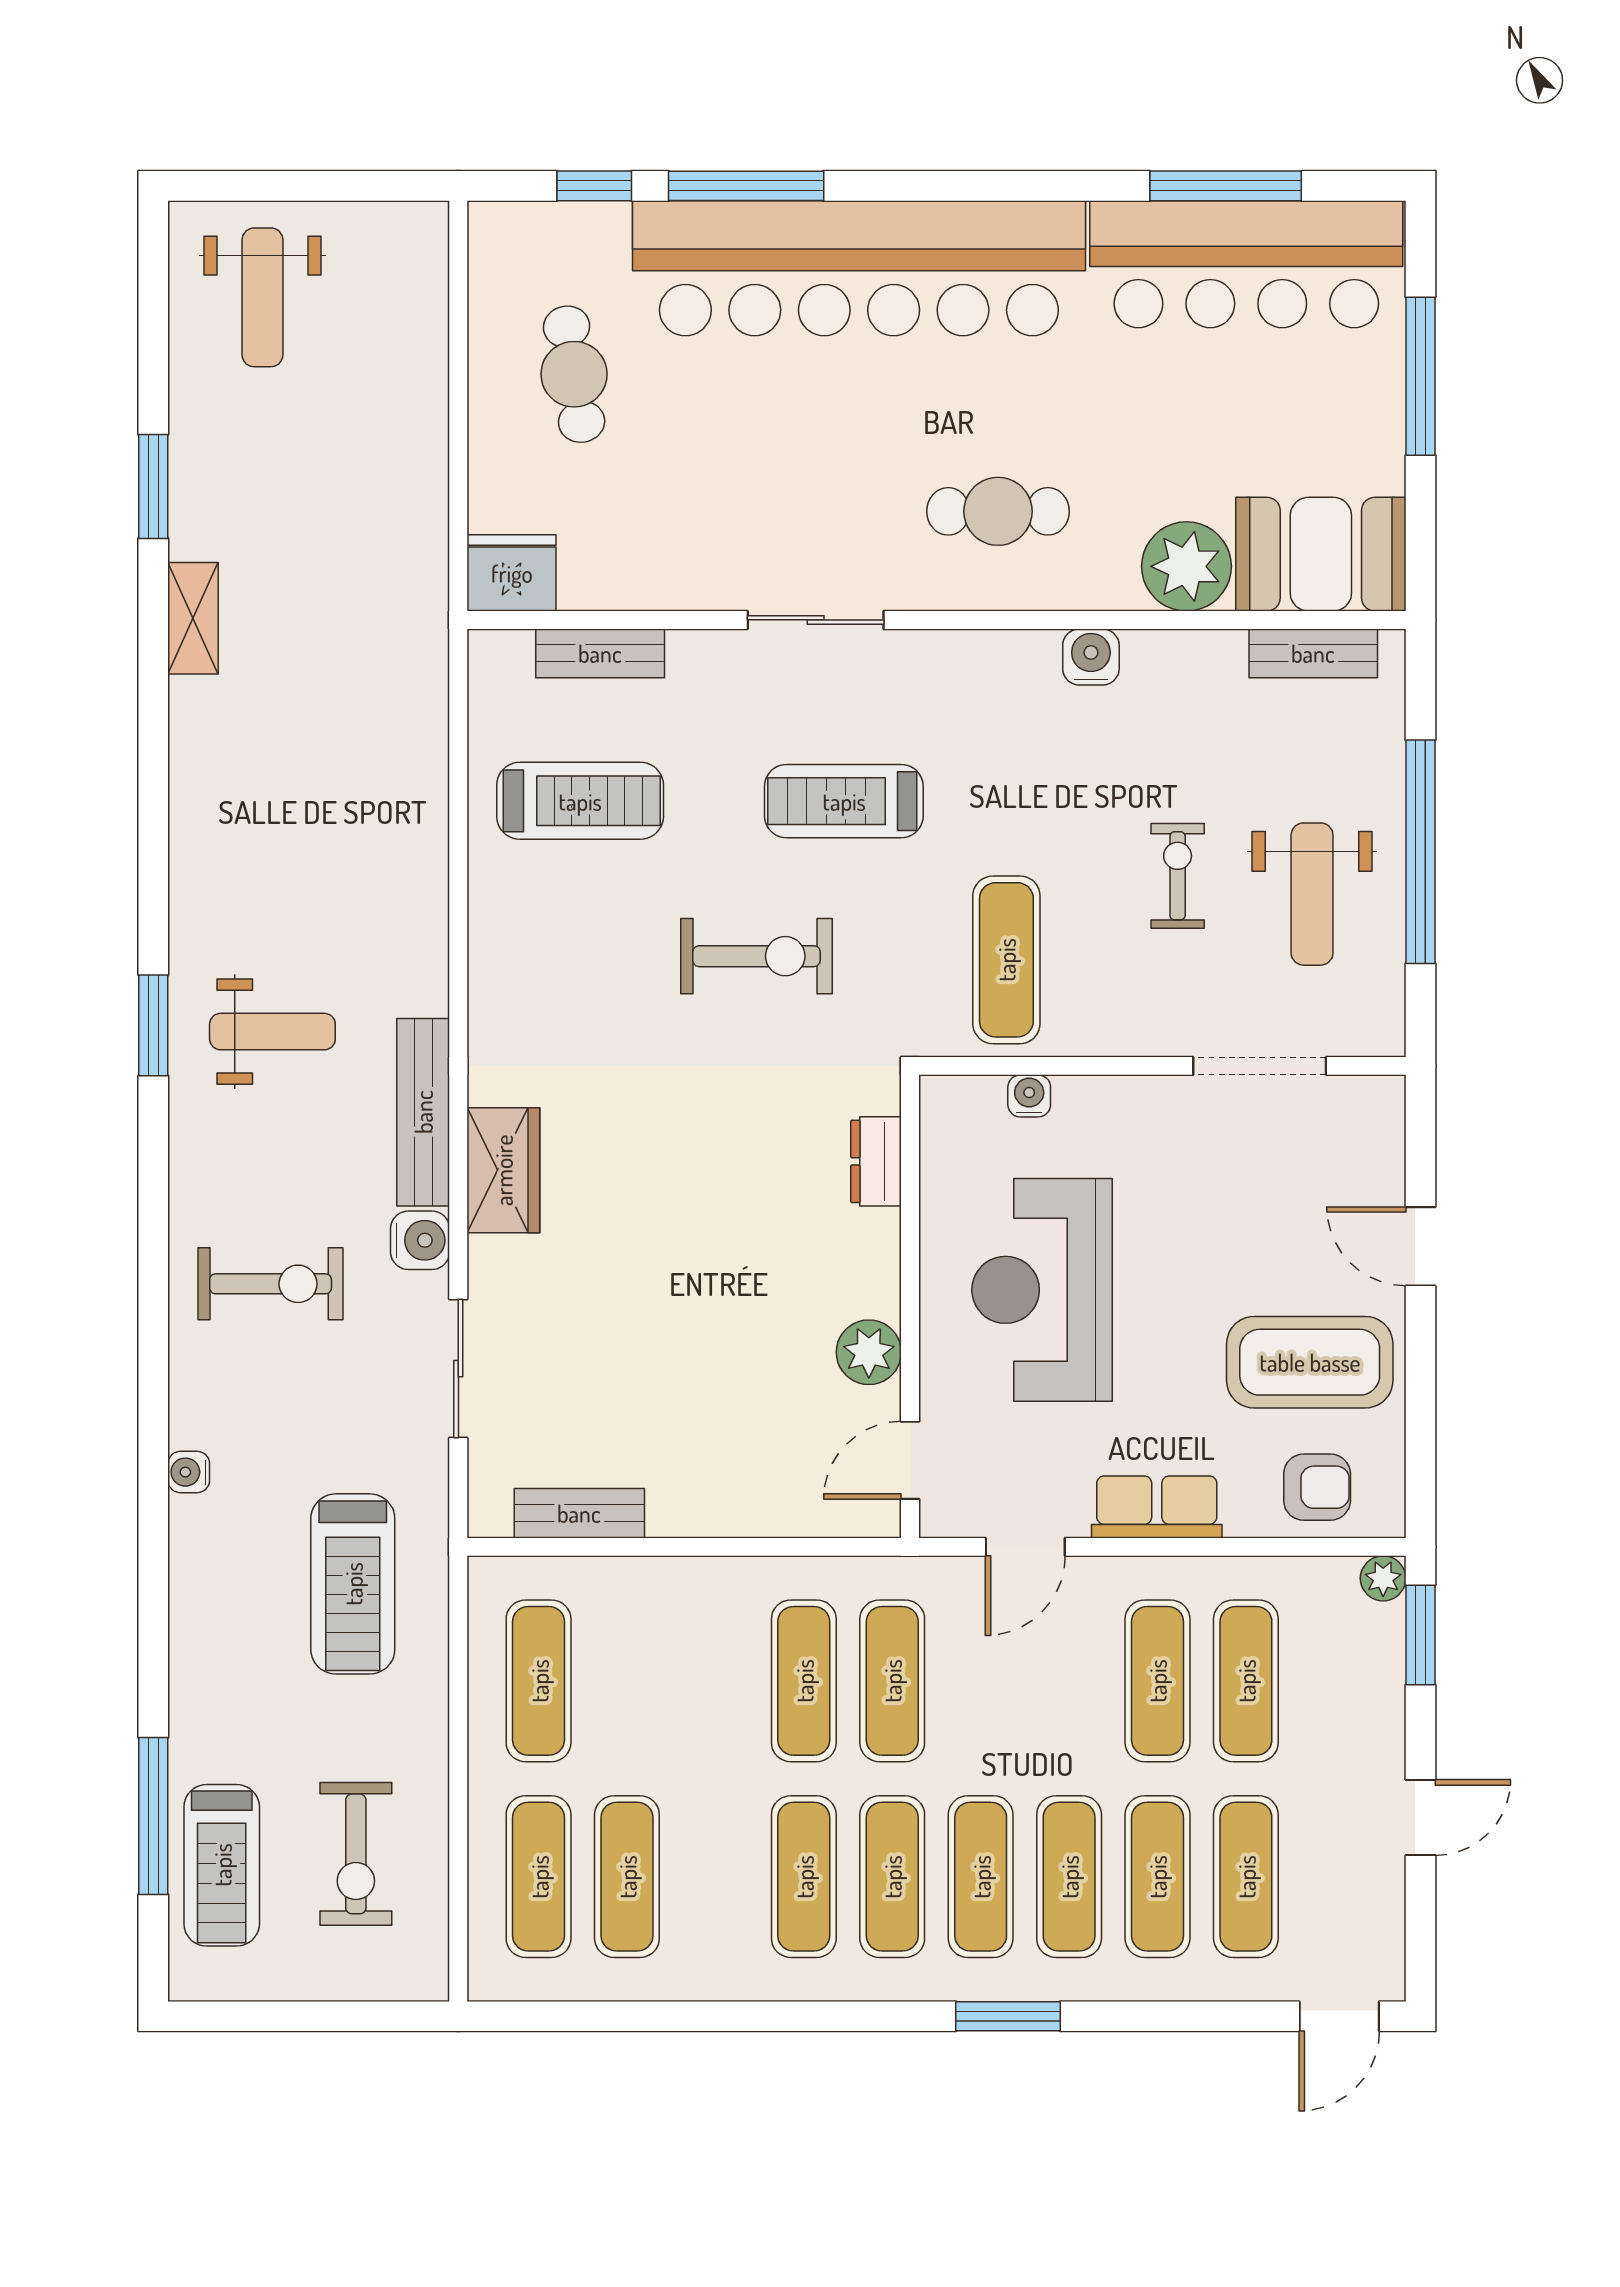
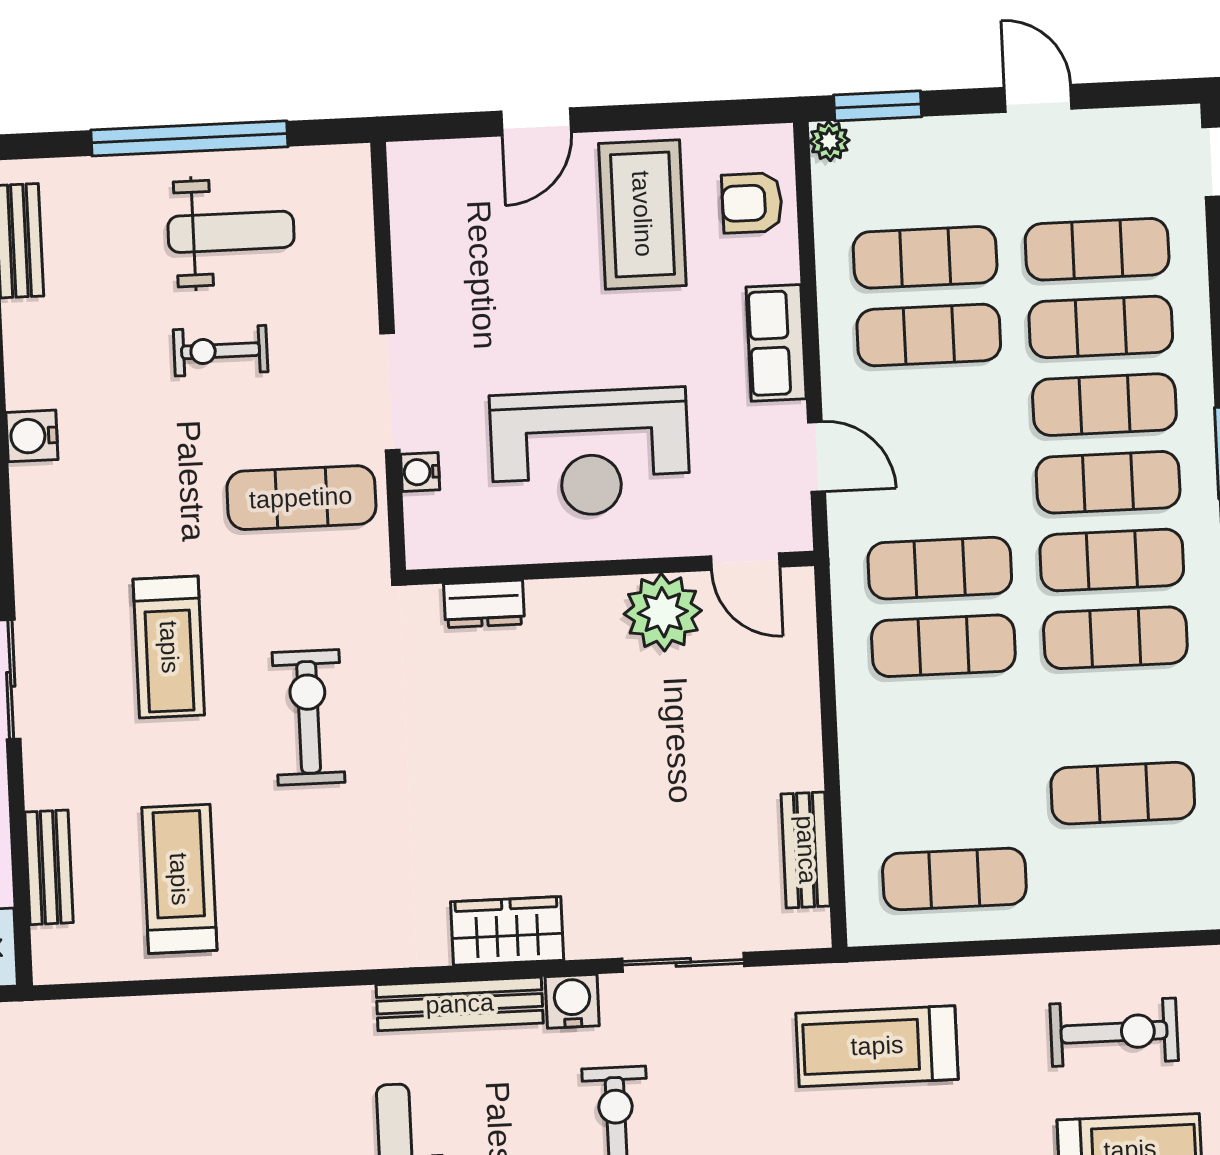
doorway: (1260, 1066) -> (390, 391), moved
plant: (869, 1352) -> (663, 612), width x1.36, depth x1.36
armchair: (1317, 1487) -> (752, 203), turned -90
treadmill: (353, 1584) -> (877, 1046), turned 180
exercise mat: (539, 1877) -> (1126, 871), removed

